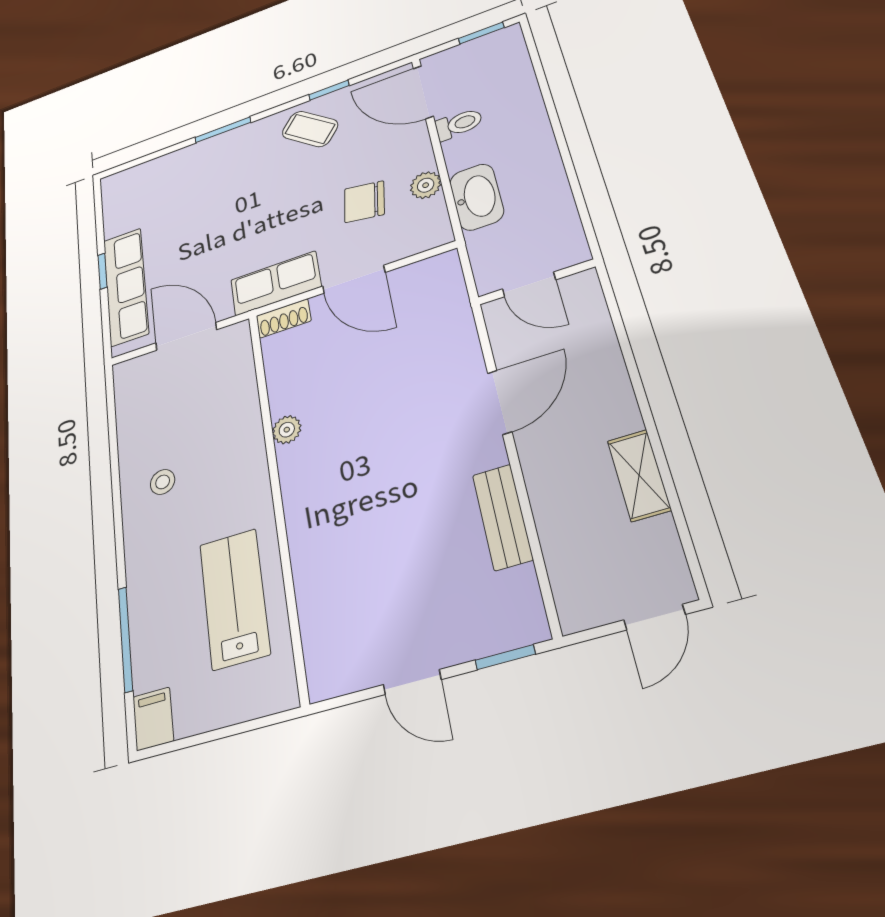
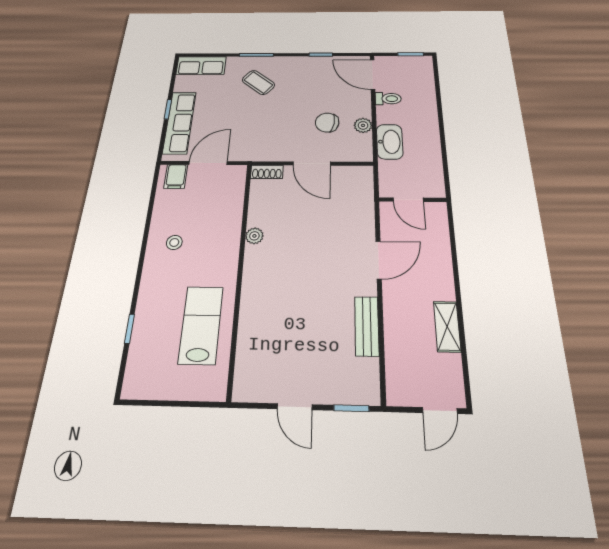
coffee table: (310, 129) -> (258, 82), moved
row of seats: (276, 283) -> (201, 65), moved, turned 180
door: (186, 336) -> (208, 163), hinge flipped
window: (125, 639) -> (129, 329), width x0.46
filing cabinet: (153, 719) -> (176, 176), moved, turned 180

